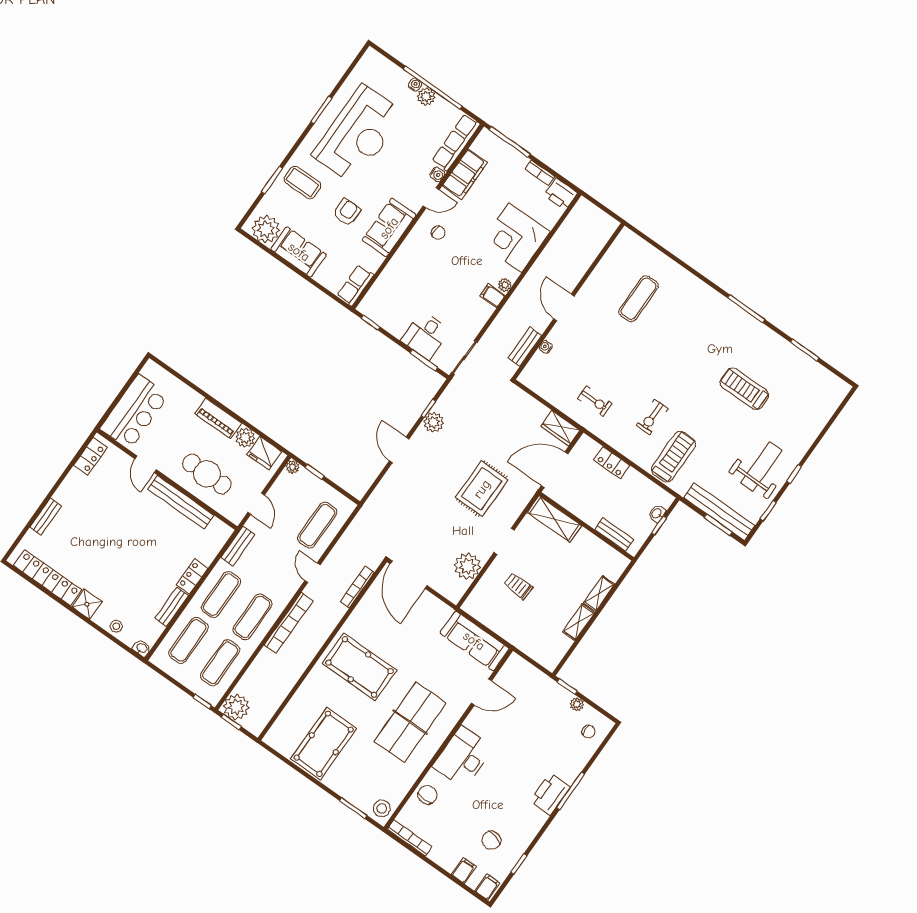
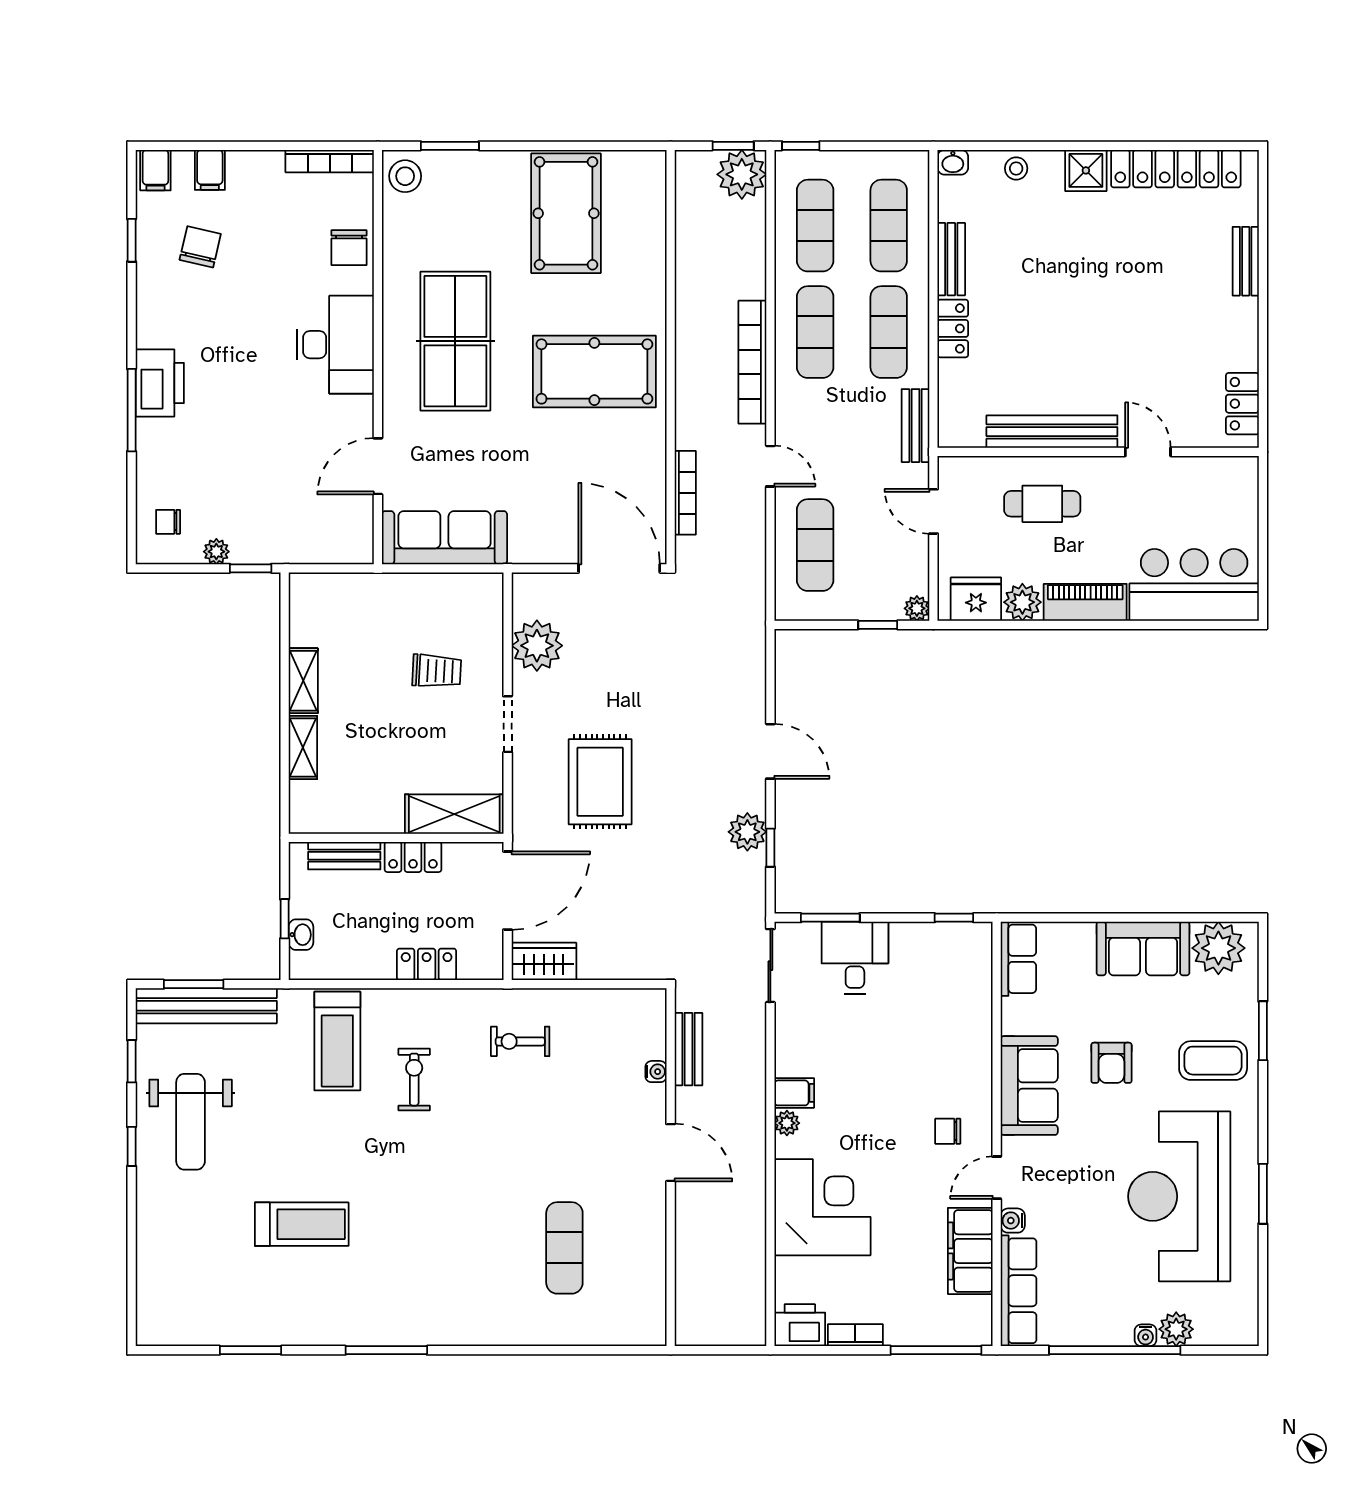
plant: (426, 97) -> (1176, 1329), moved
bar counter: (134, 412) -> (1194, 585), moved, turned 90
cafe table: (207, 474) -> (1042, 504), width x0.73, depth x0.74
locker: (585, 513) -> (413, 857), added

